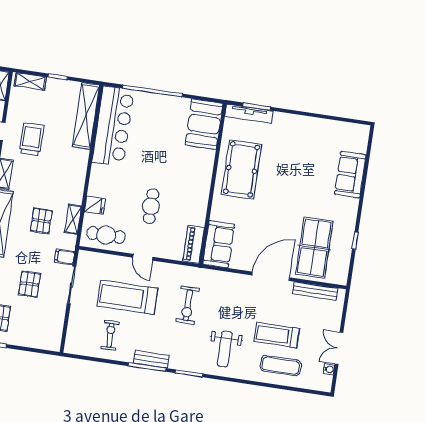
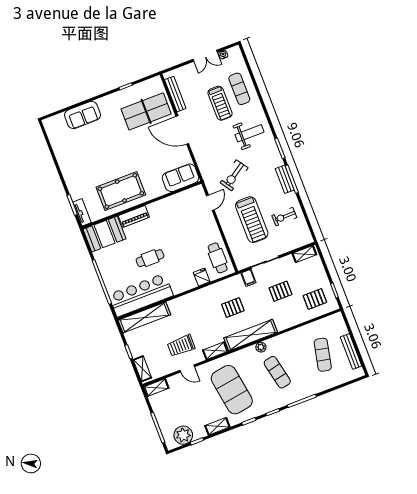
tv unit: (249, 114) -> (82, 212), width x0.71
cafe table: (151, 206) -> (150, 258), moved
shelving: (73, 219) -> (304, 254), moved
piano: (194, 244) -> (134, 216), moved
door: (143, 257) -> (210, 203), moved
exercise bike: (188, 305) -> (234, 175), turned 146

